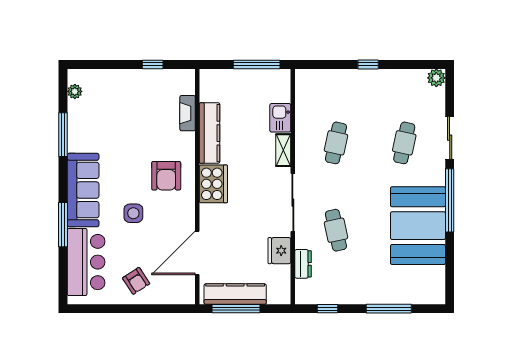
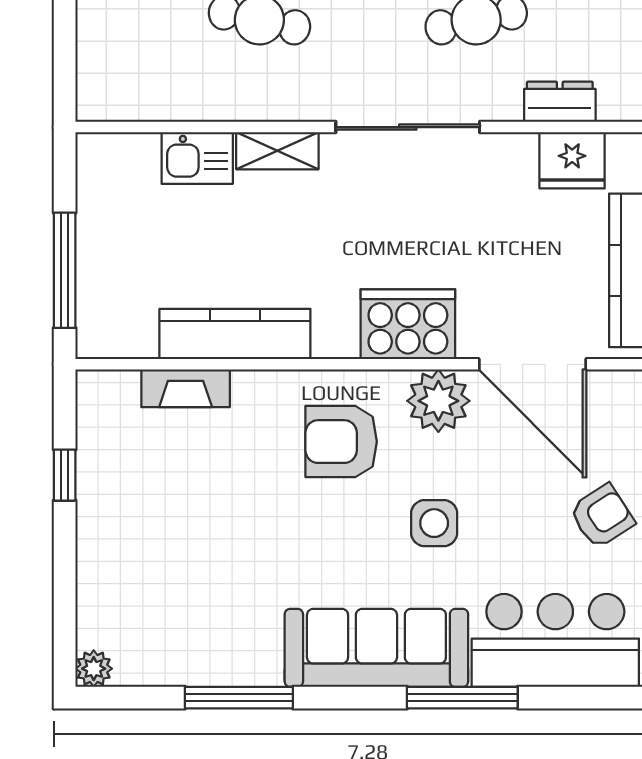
window: (257, 64) -> (65, 270), moved
plant: (75, 91) -> (94, 669), moved
armchair: (166, 176) -> (341, 442), turned 180
cooker: (213, 184) -> (408, 324), moved
plant: (183, 215) -> (438, 401), added
fridge: (279, 251) -> (572, 160), moved

